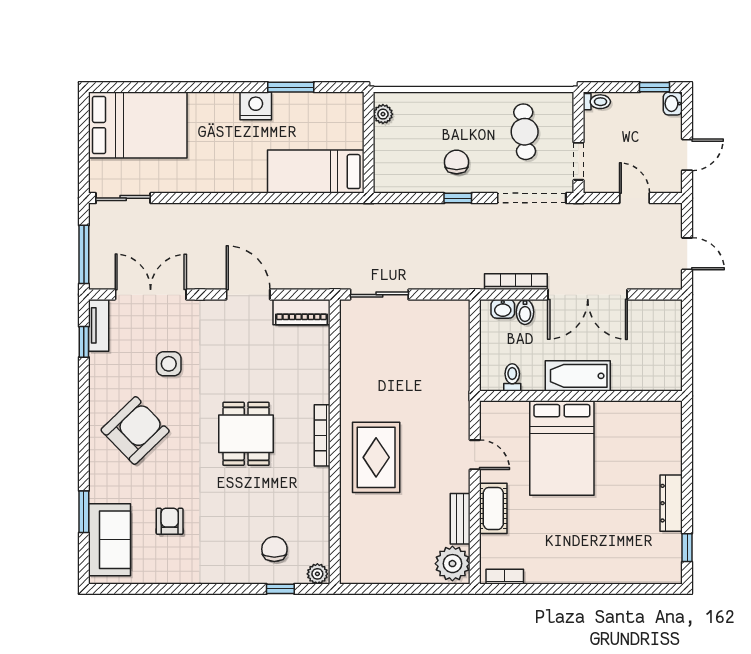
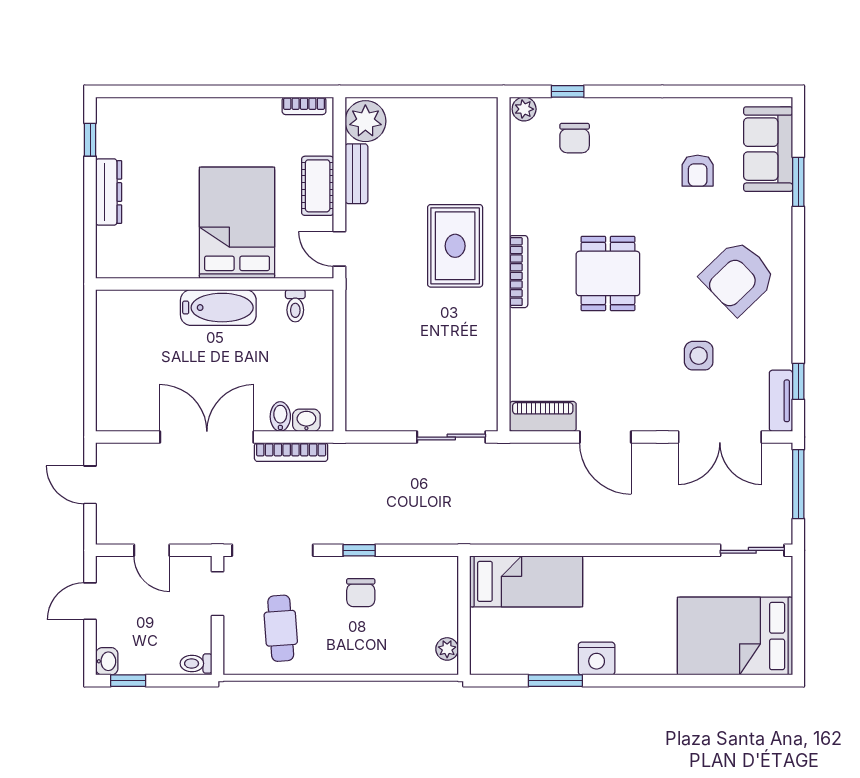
bathtub: (578, 376) -> (218, 308), moved
toilet: (512, 377) -> (295, 306), moved
wall: (581, 396) -> (215, 284), moved
bed: (562, 448) -> (237, 223), moved

